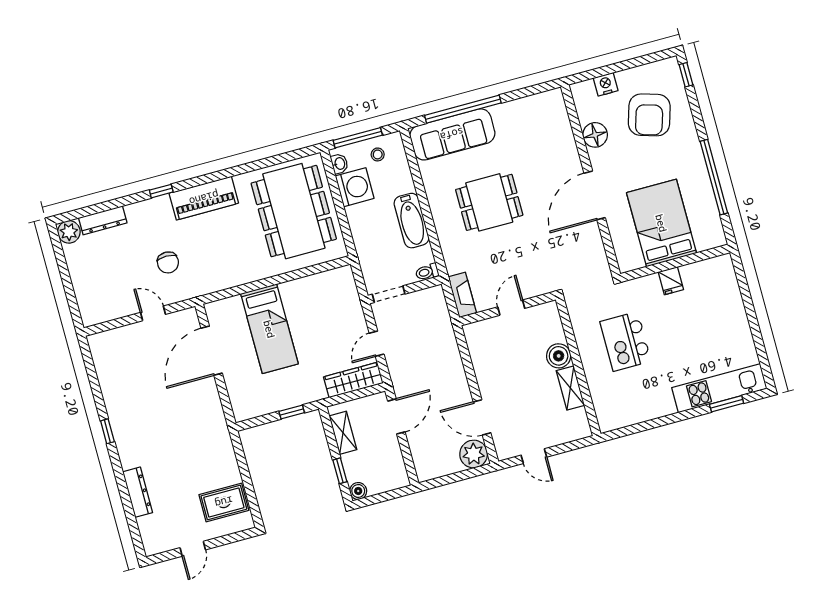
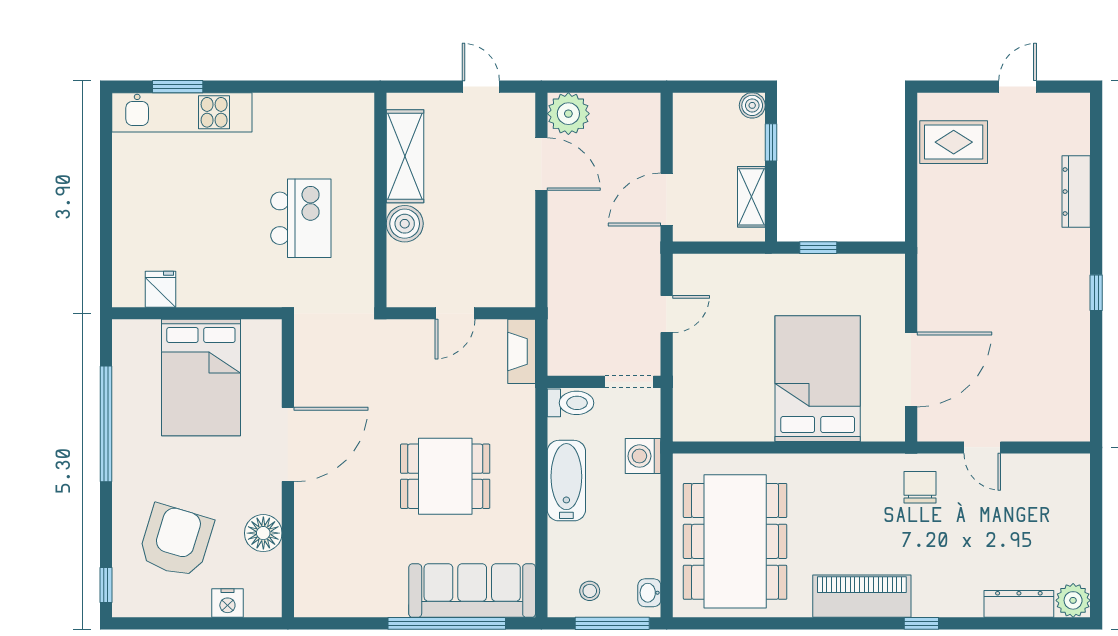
washing machine: (355, 187) -> (643, 456), moved, width x0.73, depth x0.73
chair: (168, 262) -> (920, 487), moved
toilet: (427, 272) -> (571, 403), width x1.37, depth x1.39
fridge: (671, 281) -> (161, 289), moved
bed: (269, 329) -> (818, 379), width x1.50
wardrobe: (353, 380) -> (715, 270), removed
shelving: (570, 388) -> (405, 156), width x1.50, depth x1.33

